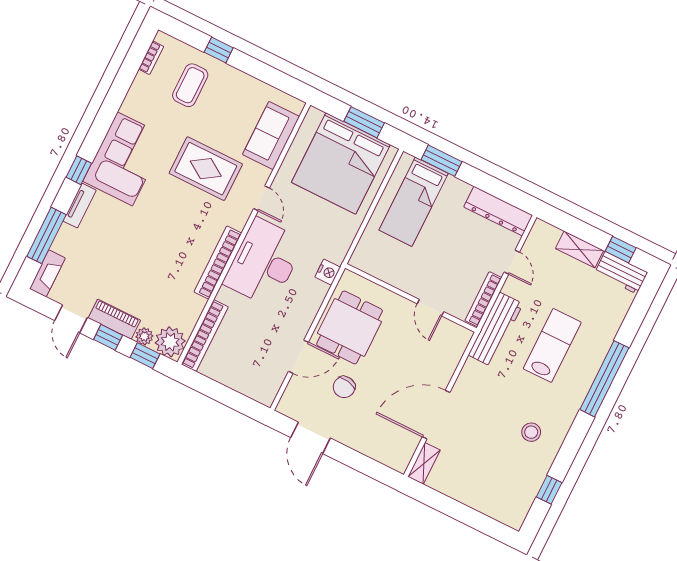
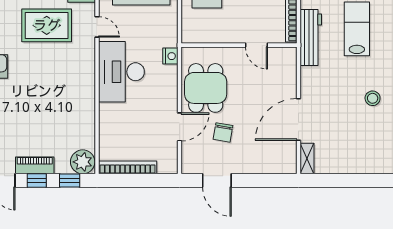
bookcase: (218, 263) -> (89, 88), removed
plant: (144, 336) -> (62, 167), removed
bookcase: (205, 336) -> (128, 167), moved, turned -90

